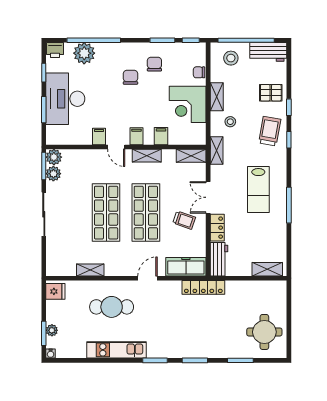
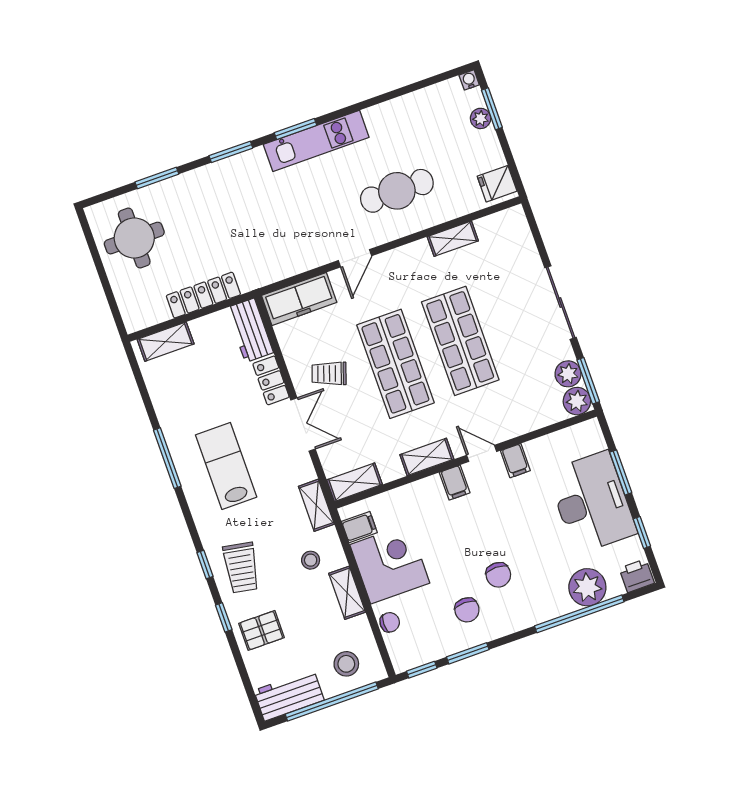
filing cabinet: (161, 136) -> (359, 527), moved, turned -90
locker: (203, 287) -> (203, 295), moved
kitchen unit: (116, 350) -> (316, 141), moved

